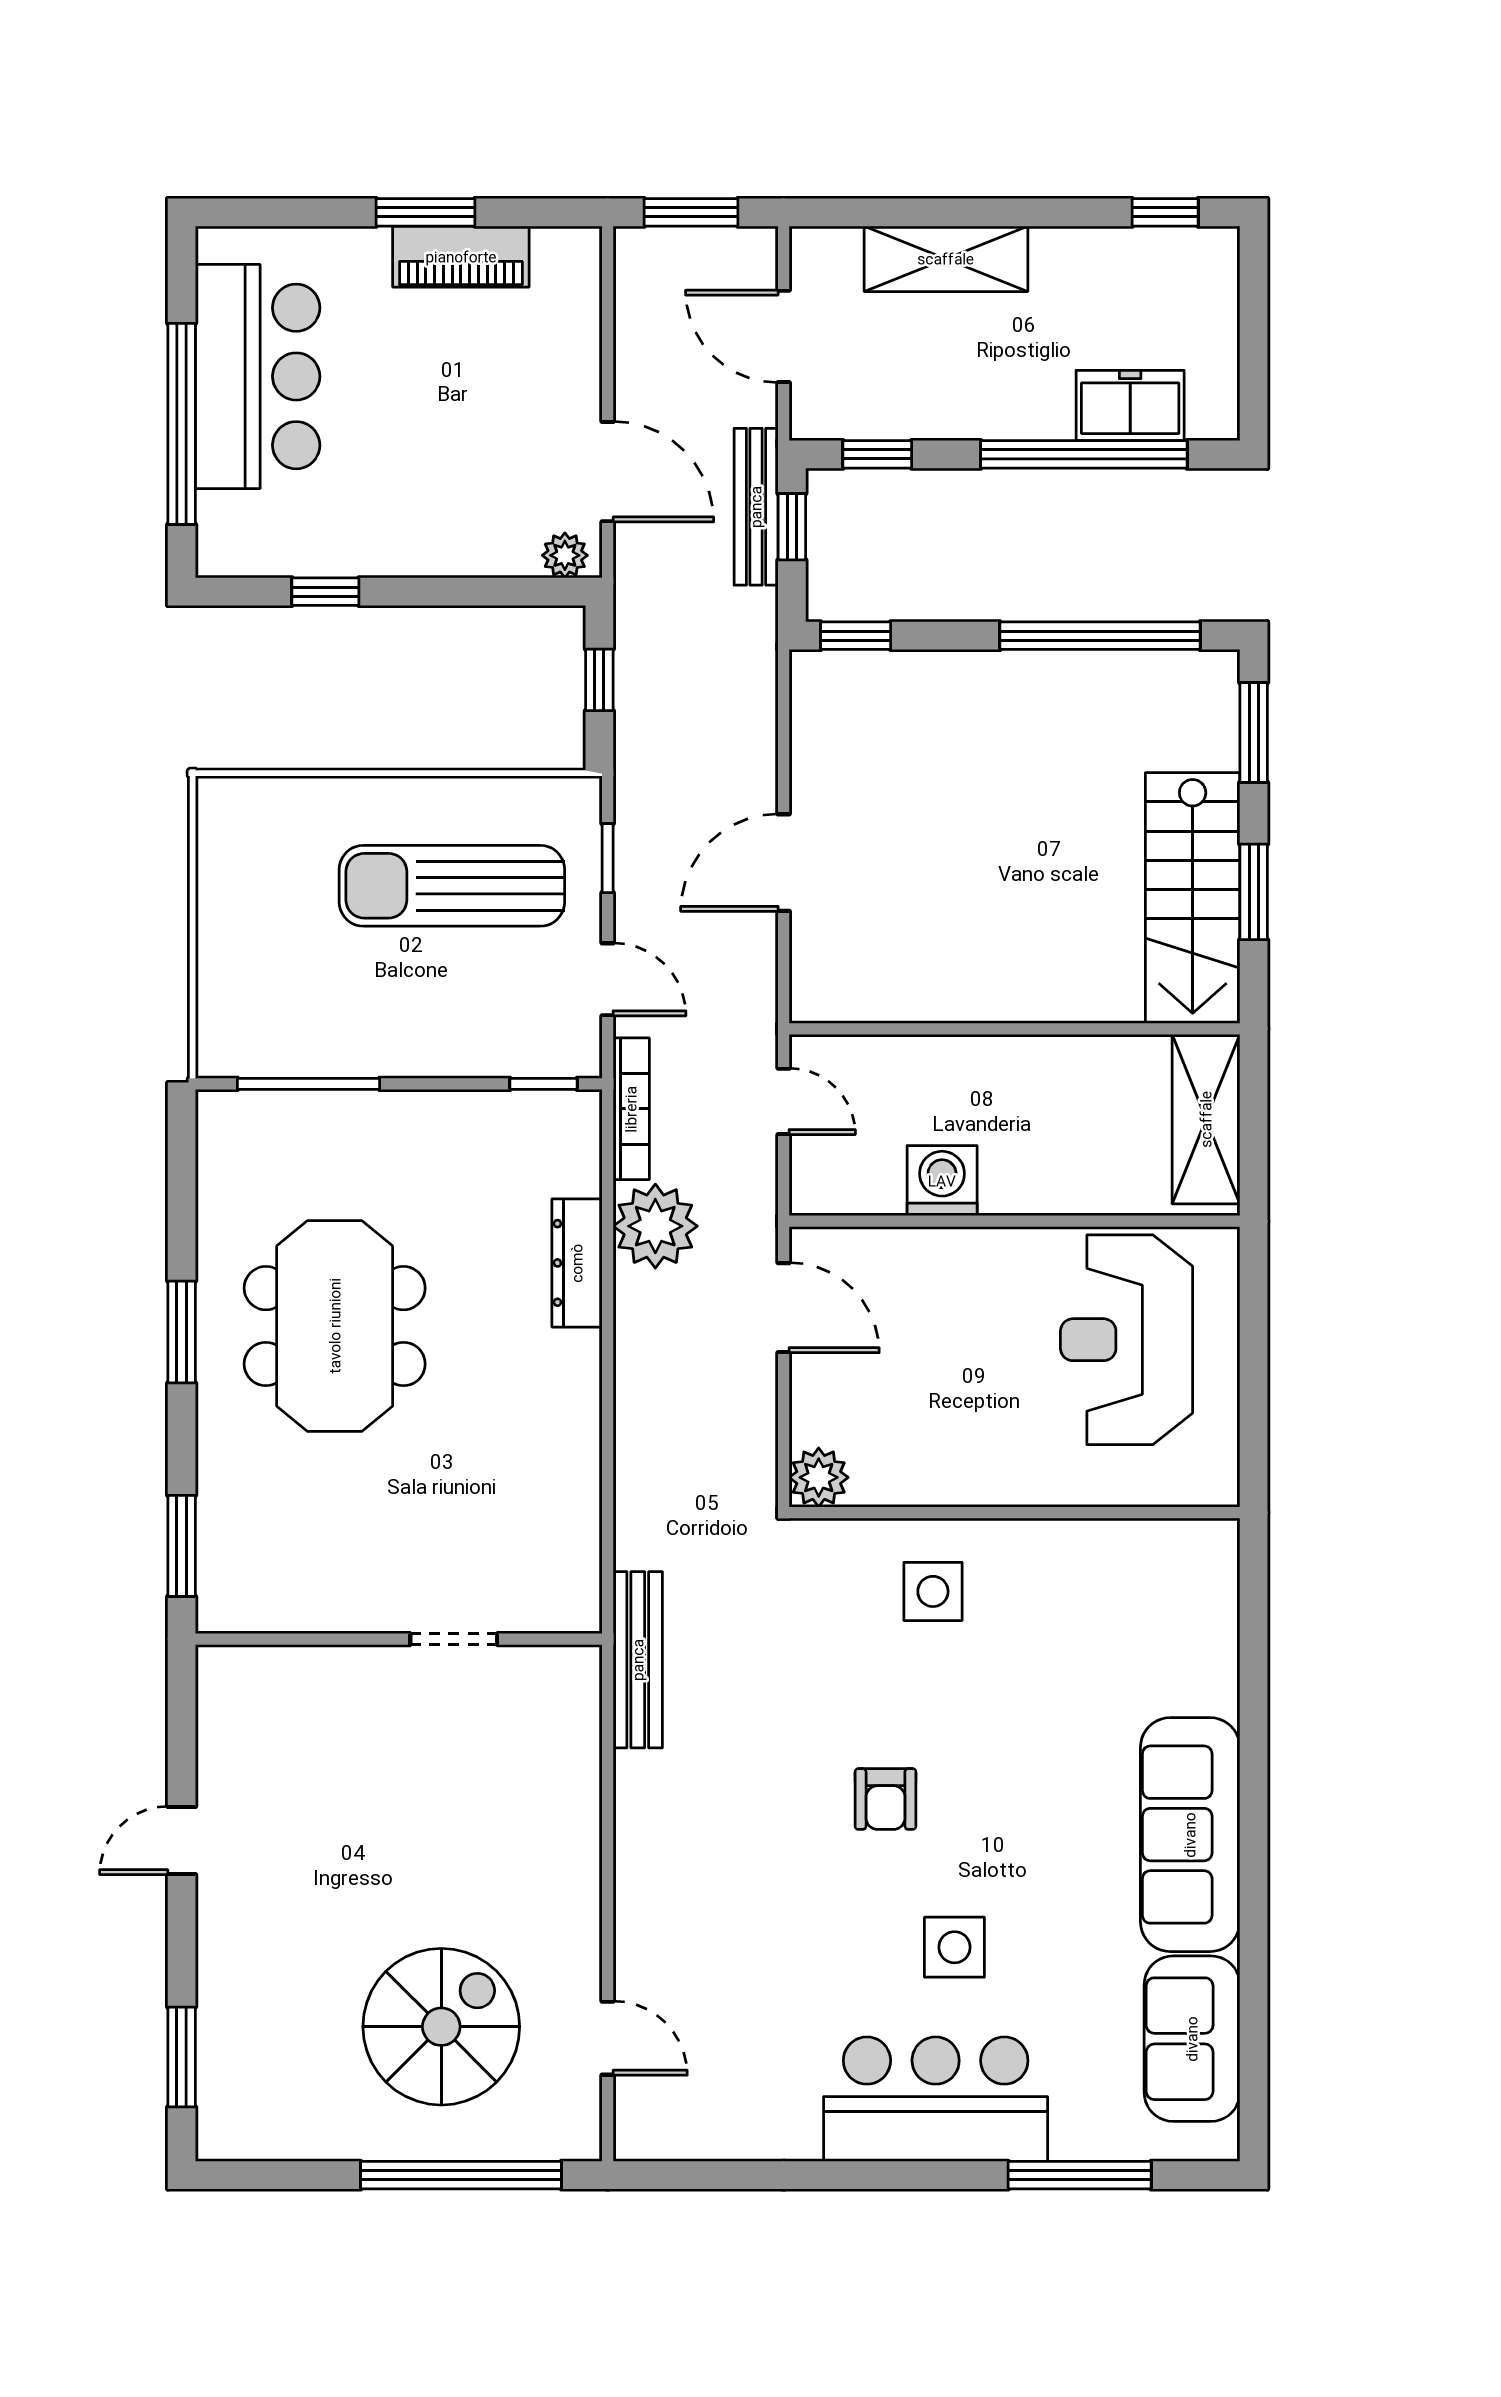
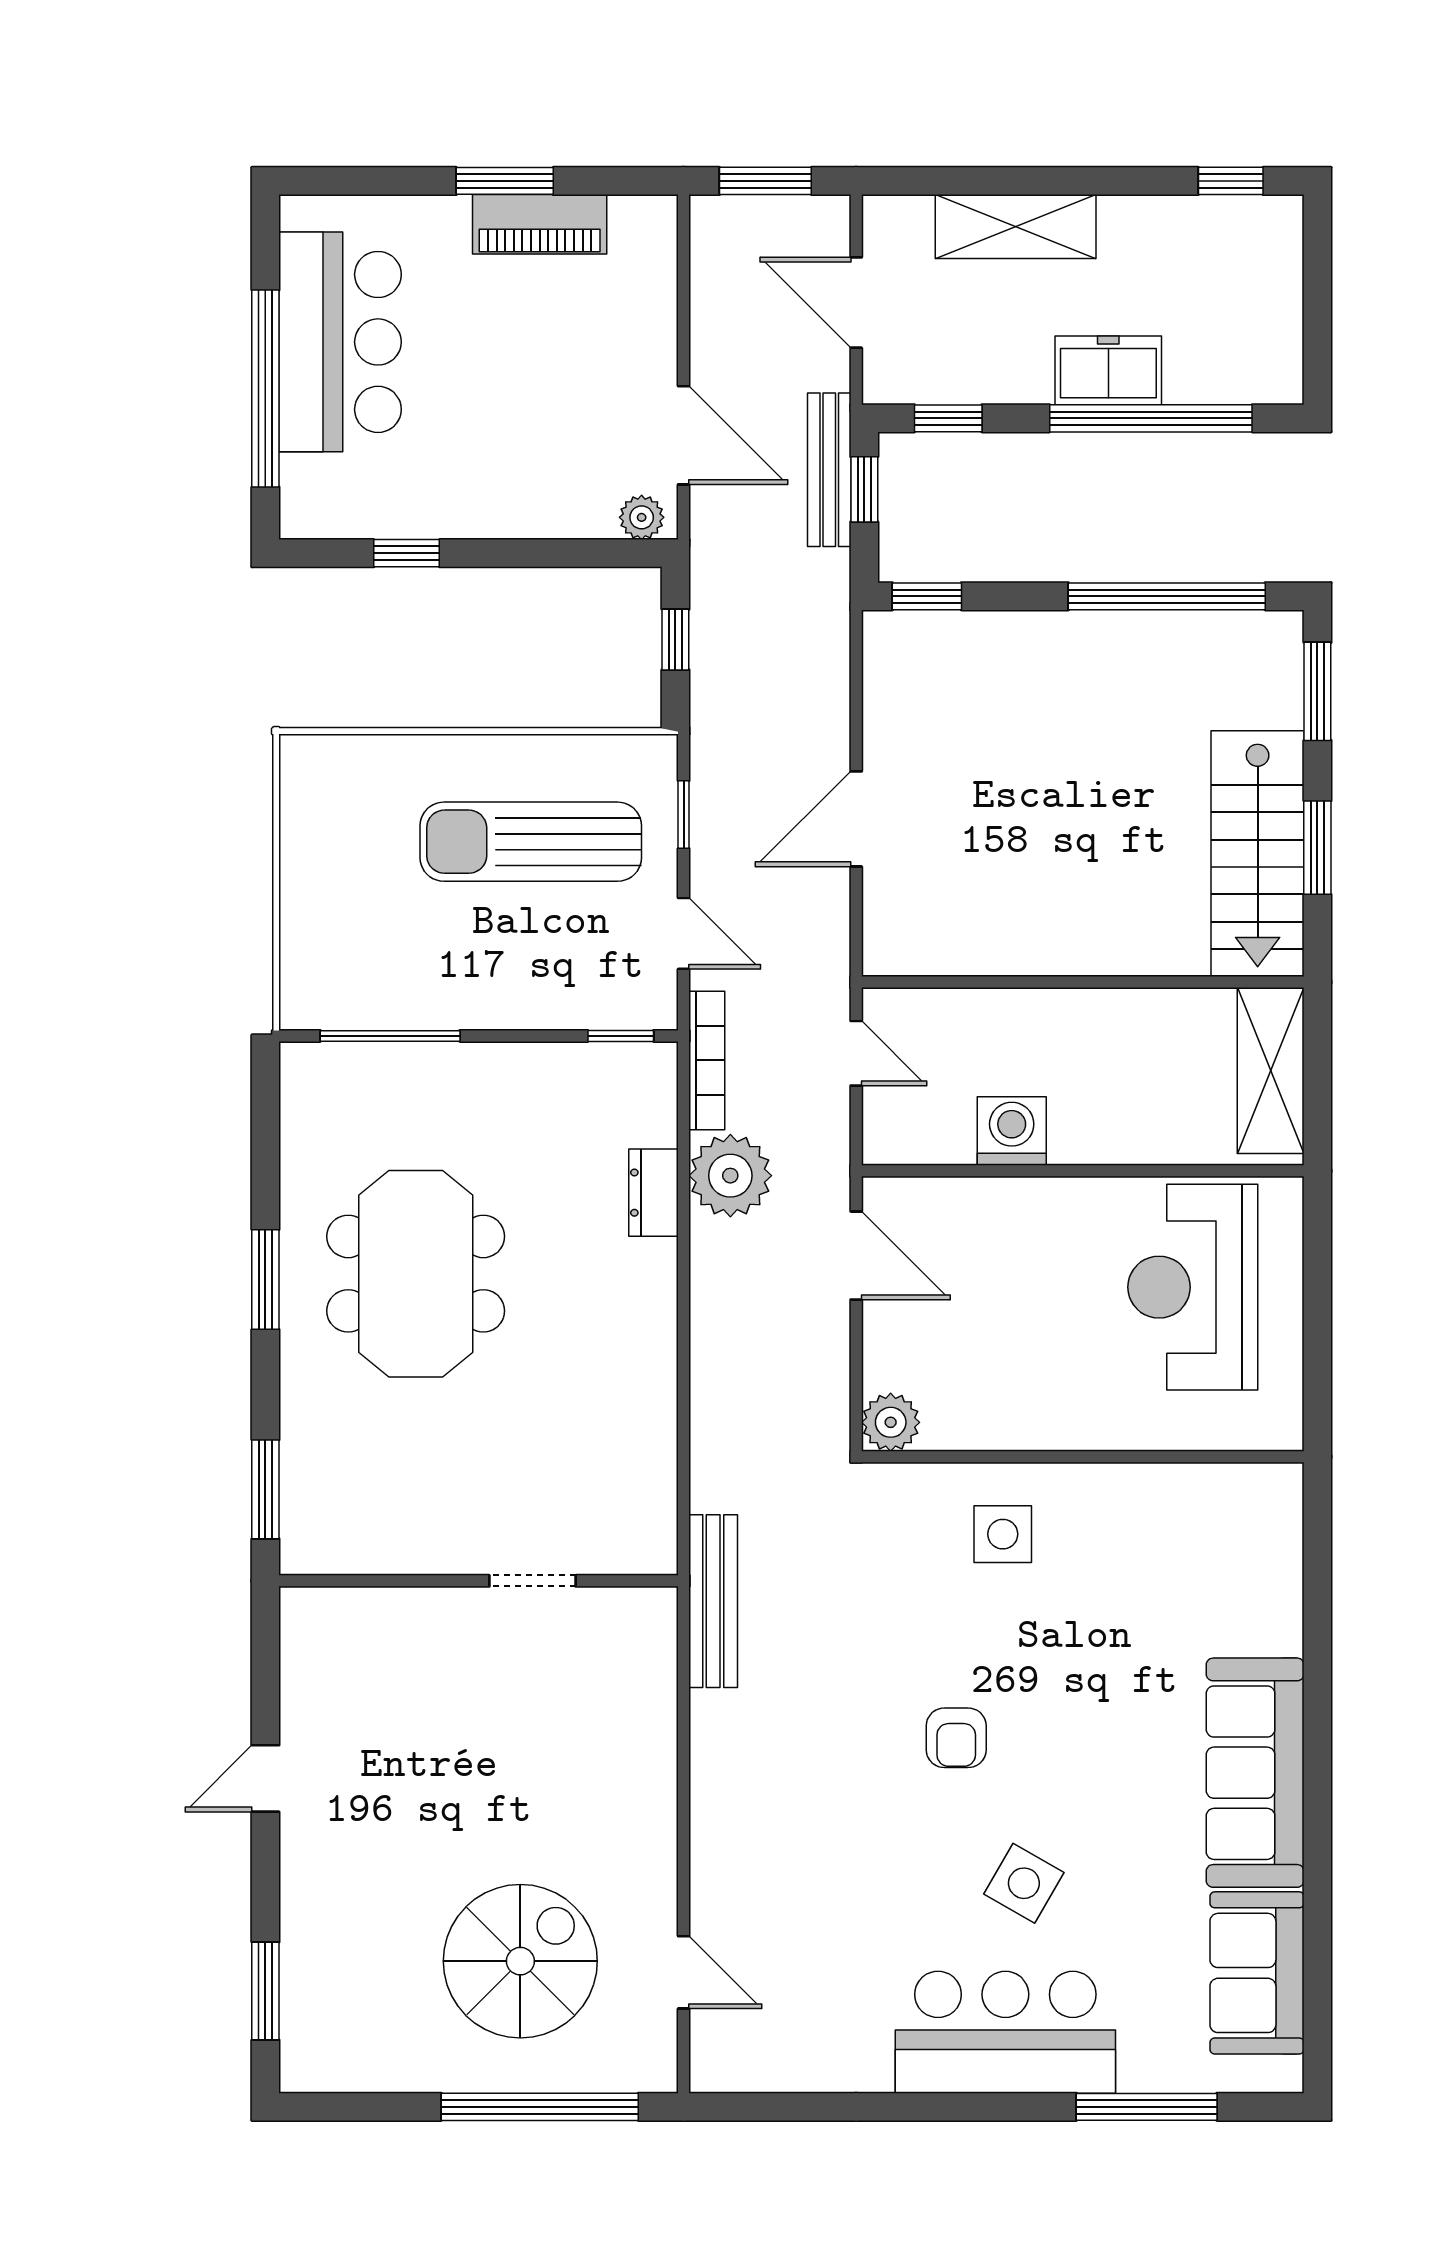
freezer: (1130, 405) -> (1108, 370), moved
dresser: (577, 1263) -> (654, 1193), width x0.70
side table: (954, 1947) -> (1024, 1883), turned 30

